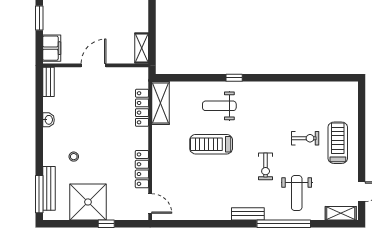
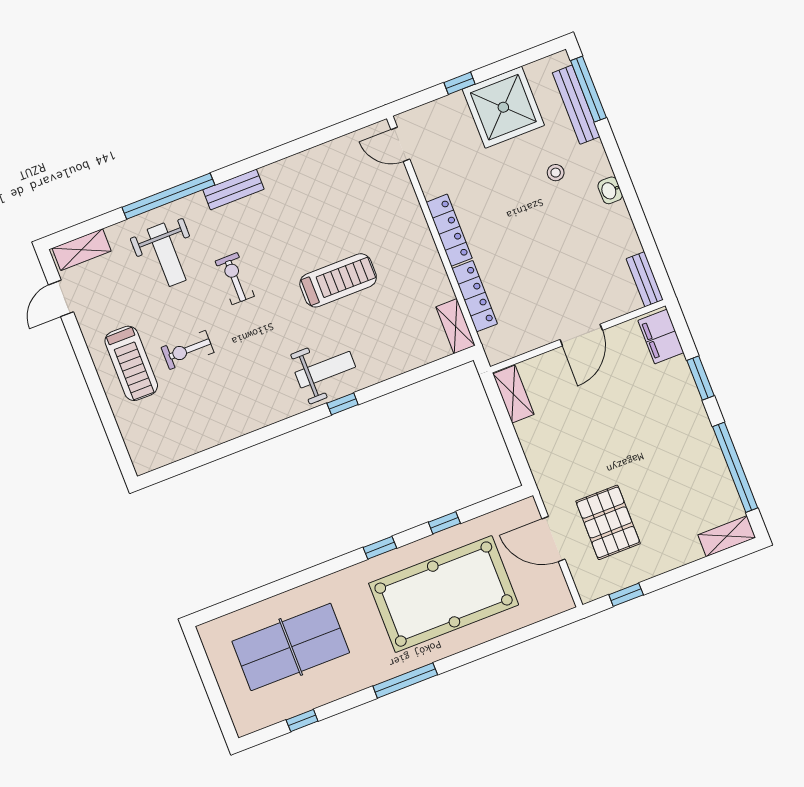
shelving: (161, 103) -> (455, 326), width x0.67, depth x0.75
weight bench: (219, 106) -> (325, 370), moved
washbasin: (48, 120) -> (610, 190), moved
locker: (142, 169) -> (449, 230), moved
weight bench: (297, 193) -> (167, 255), turned 180

